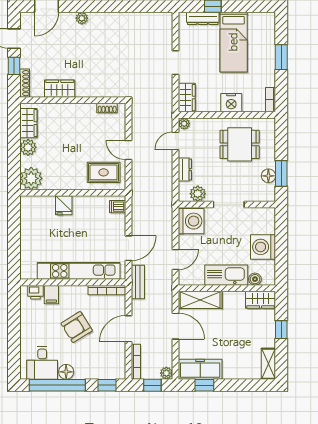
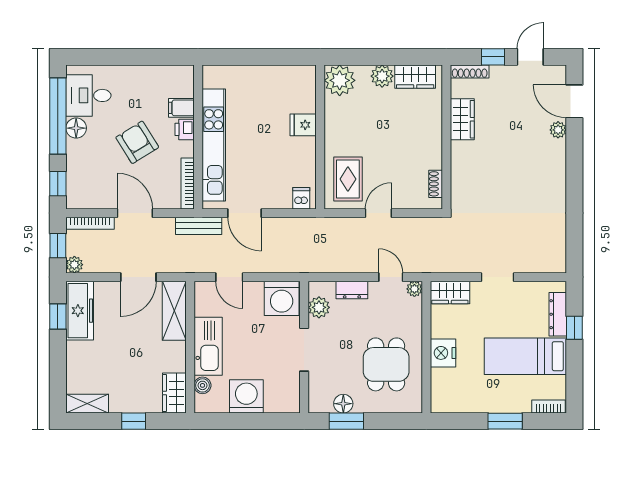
plant: (82, 18) -> (558, 130), moved
bookcase: (270, 100) -> (549, 407), moved
printer: (36, 292) -> (185, 129), moved

